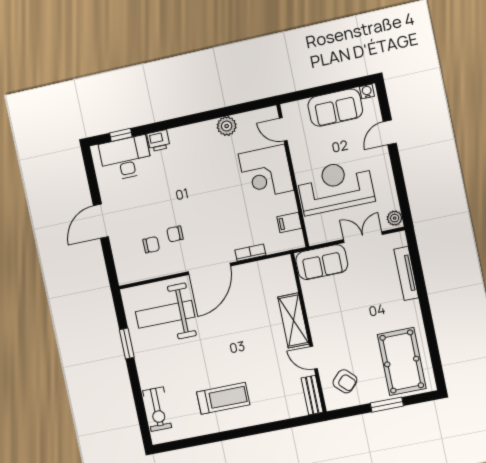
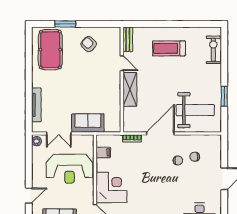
shelving: (293, 321) -> (130, 89), moved
wall: (309, 333) -> (122, 80), moved
door: (314, 358) -> (122, 63), moved
bench: (312, 395) -> (128, 39), moved

